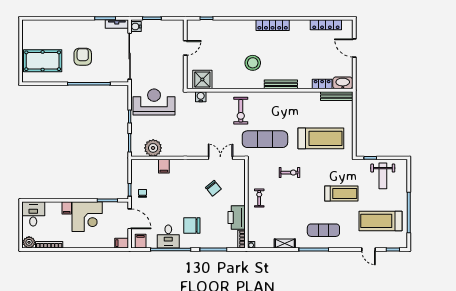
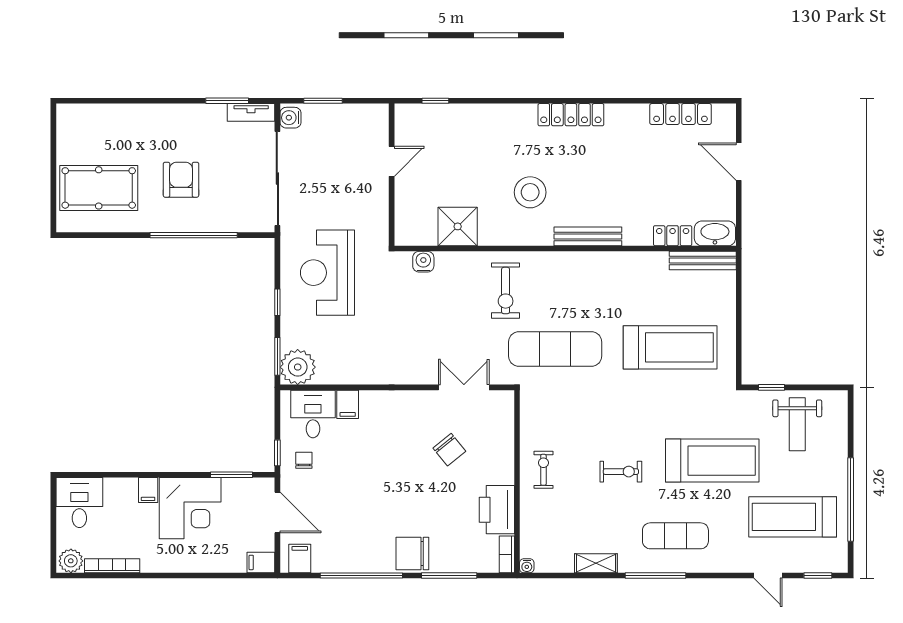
shower: (202, 79) -> (458, 226), moved
reception desk: (154, 102) -> (327, 273), turned -90
plant: (153, 148) -> (298, 367), moved
exercise bike: (289, 173) -> (621, 472), moved
treadmill: (341, 193) -> (712, 461), width x1.37, depth x1.38
chair: (192, 225) -> (412, 553), moved
desk: (168, 237) -> (313, 414), moved, turned 180

